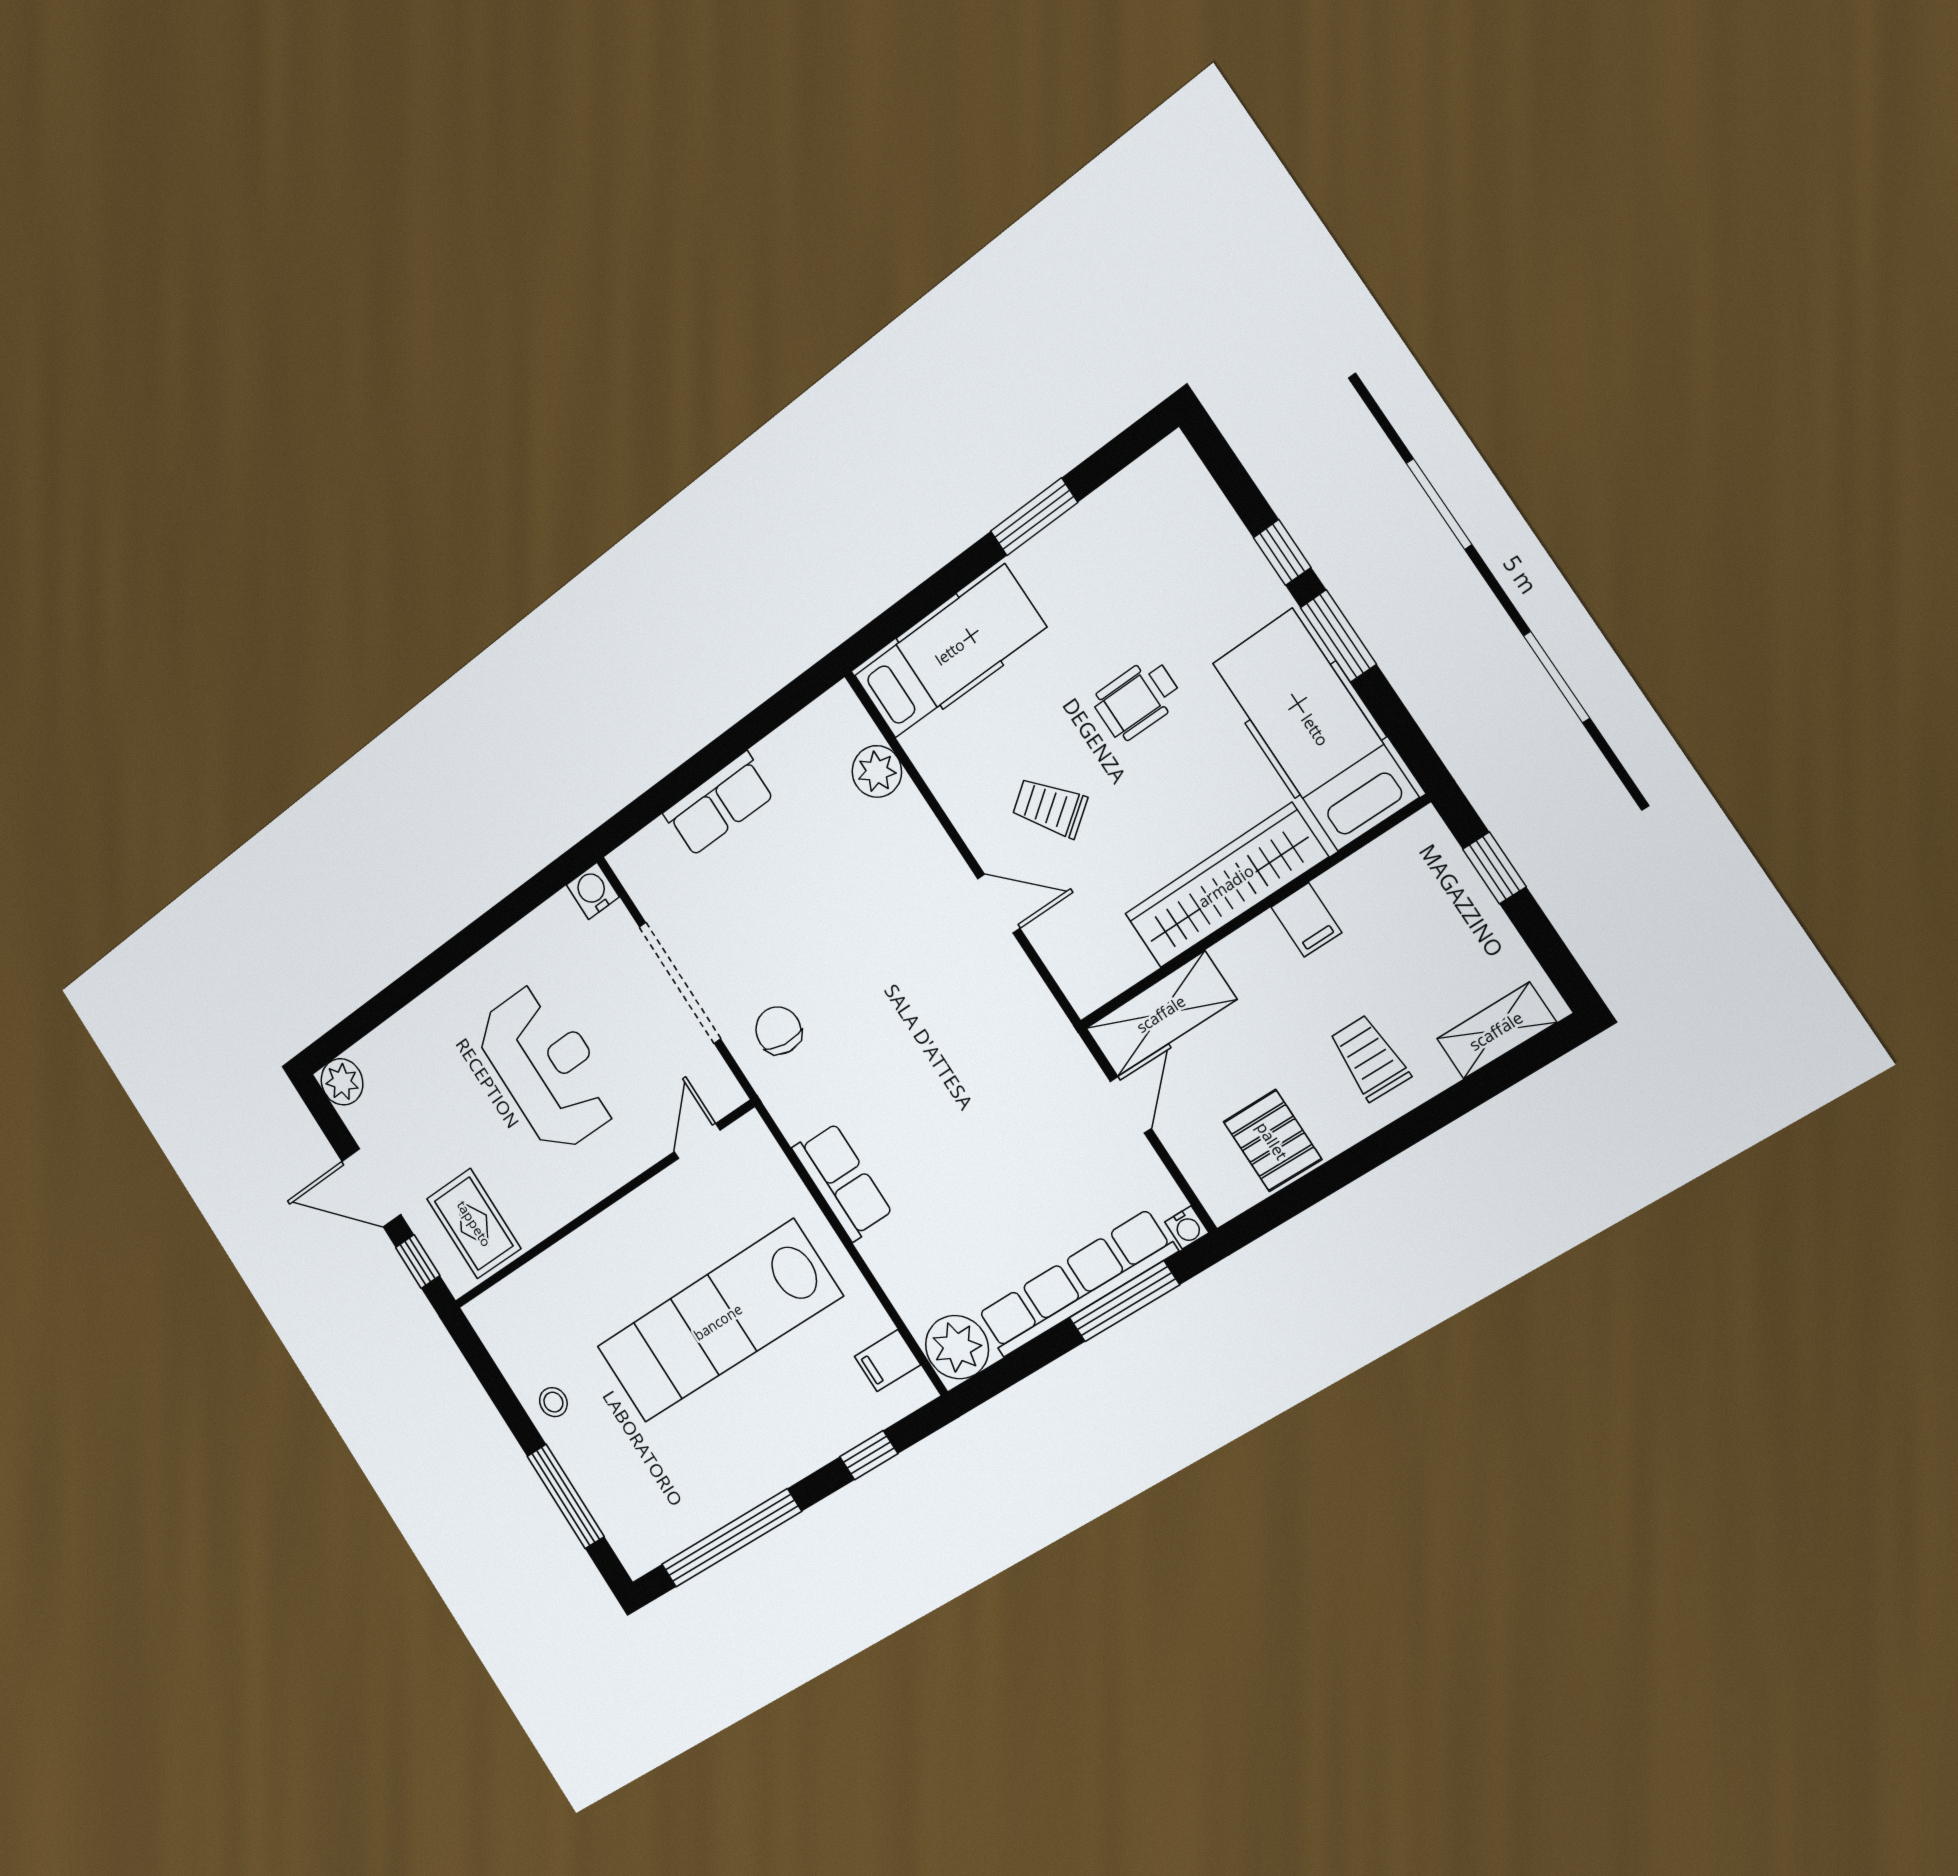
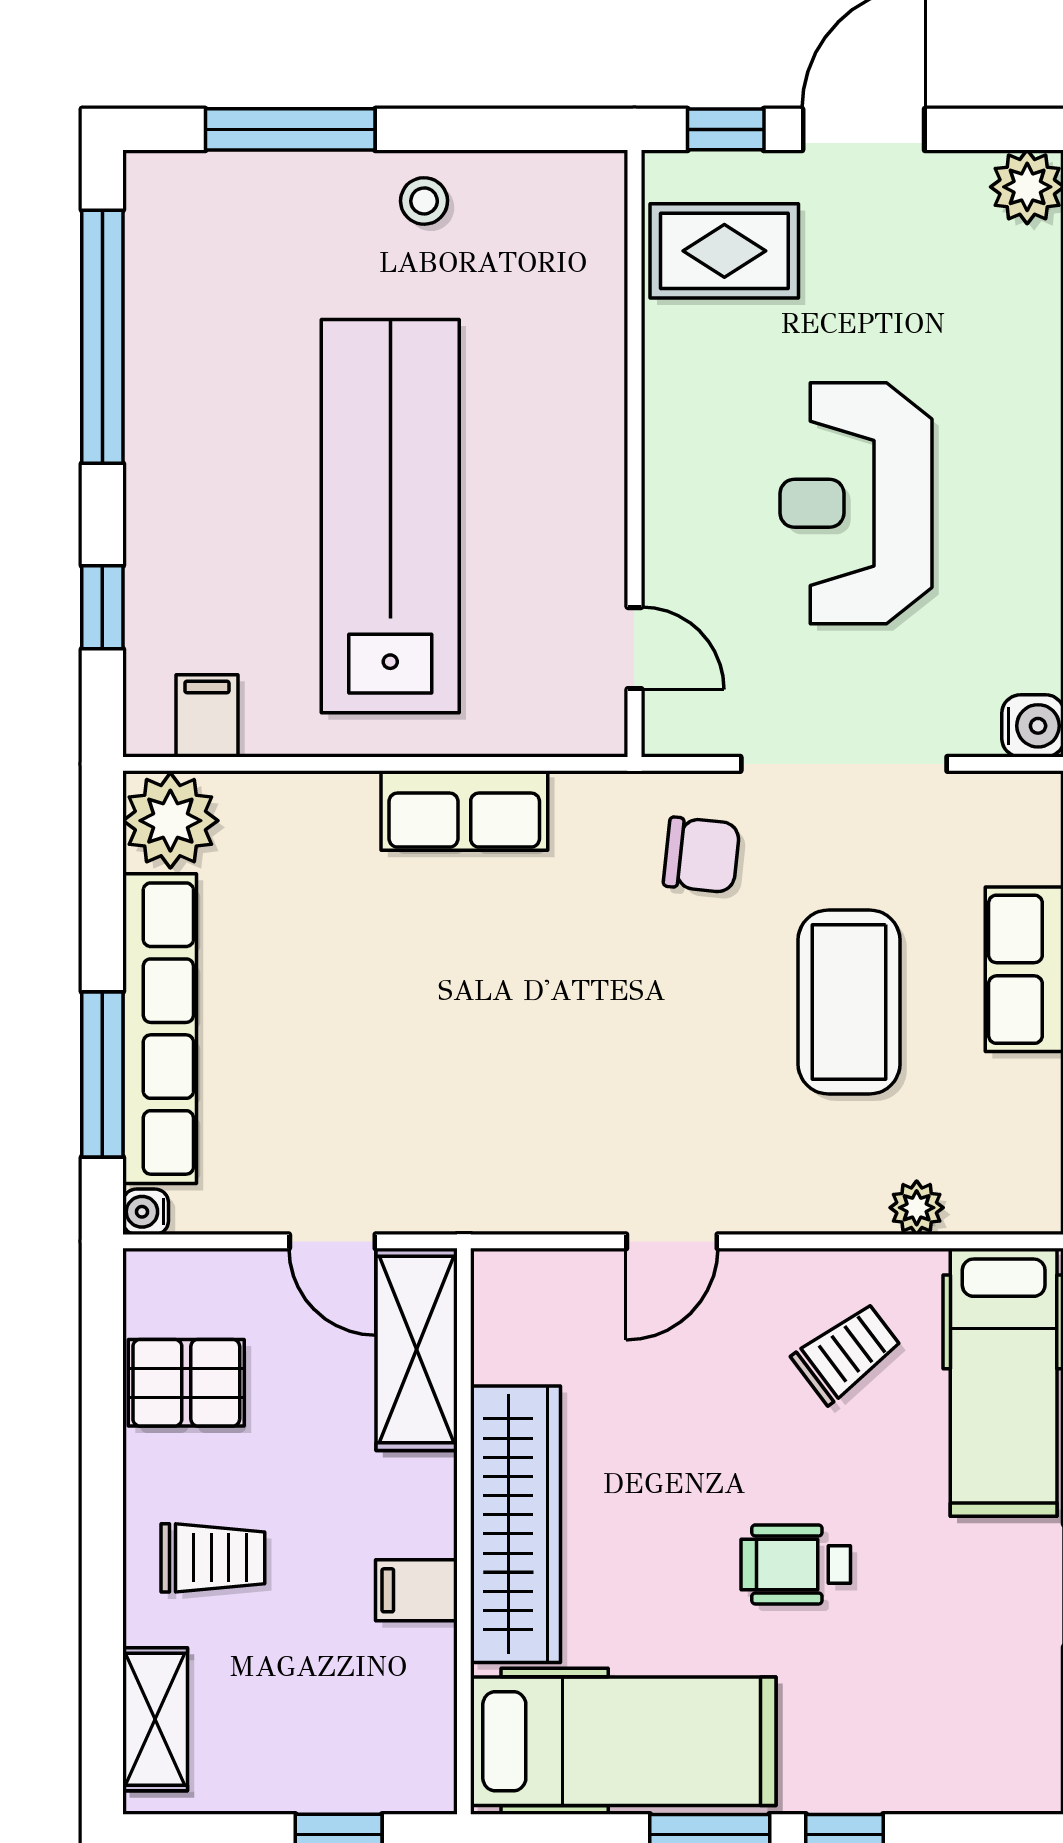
wheelchair: (1137, 699) -> (796, 1564), turned -90
plant: (877, 772) -> (917, 1208), width x0.73, depth x0.73
trolley: (1050, 807) -> (847, 1353), moved
coffee table: (801, 892) -> (849, 1002), added
reception desk: (547, 1068) -> (856, 503), turned 90

